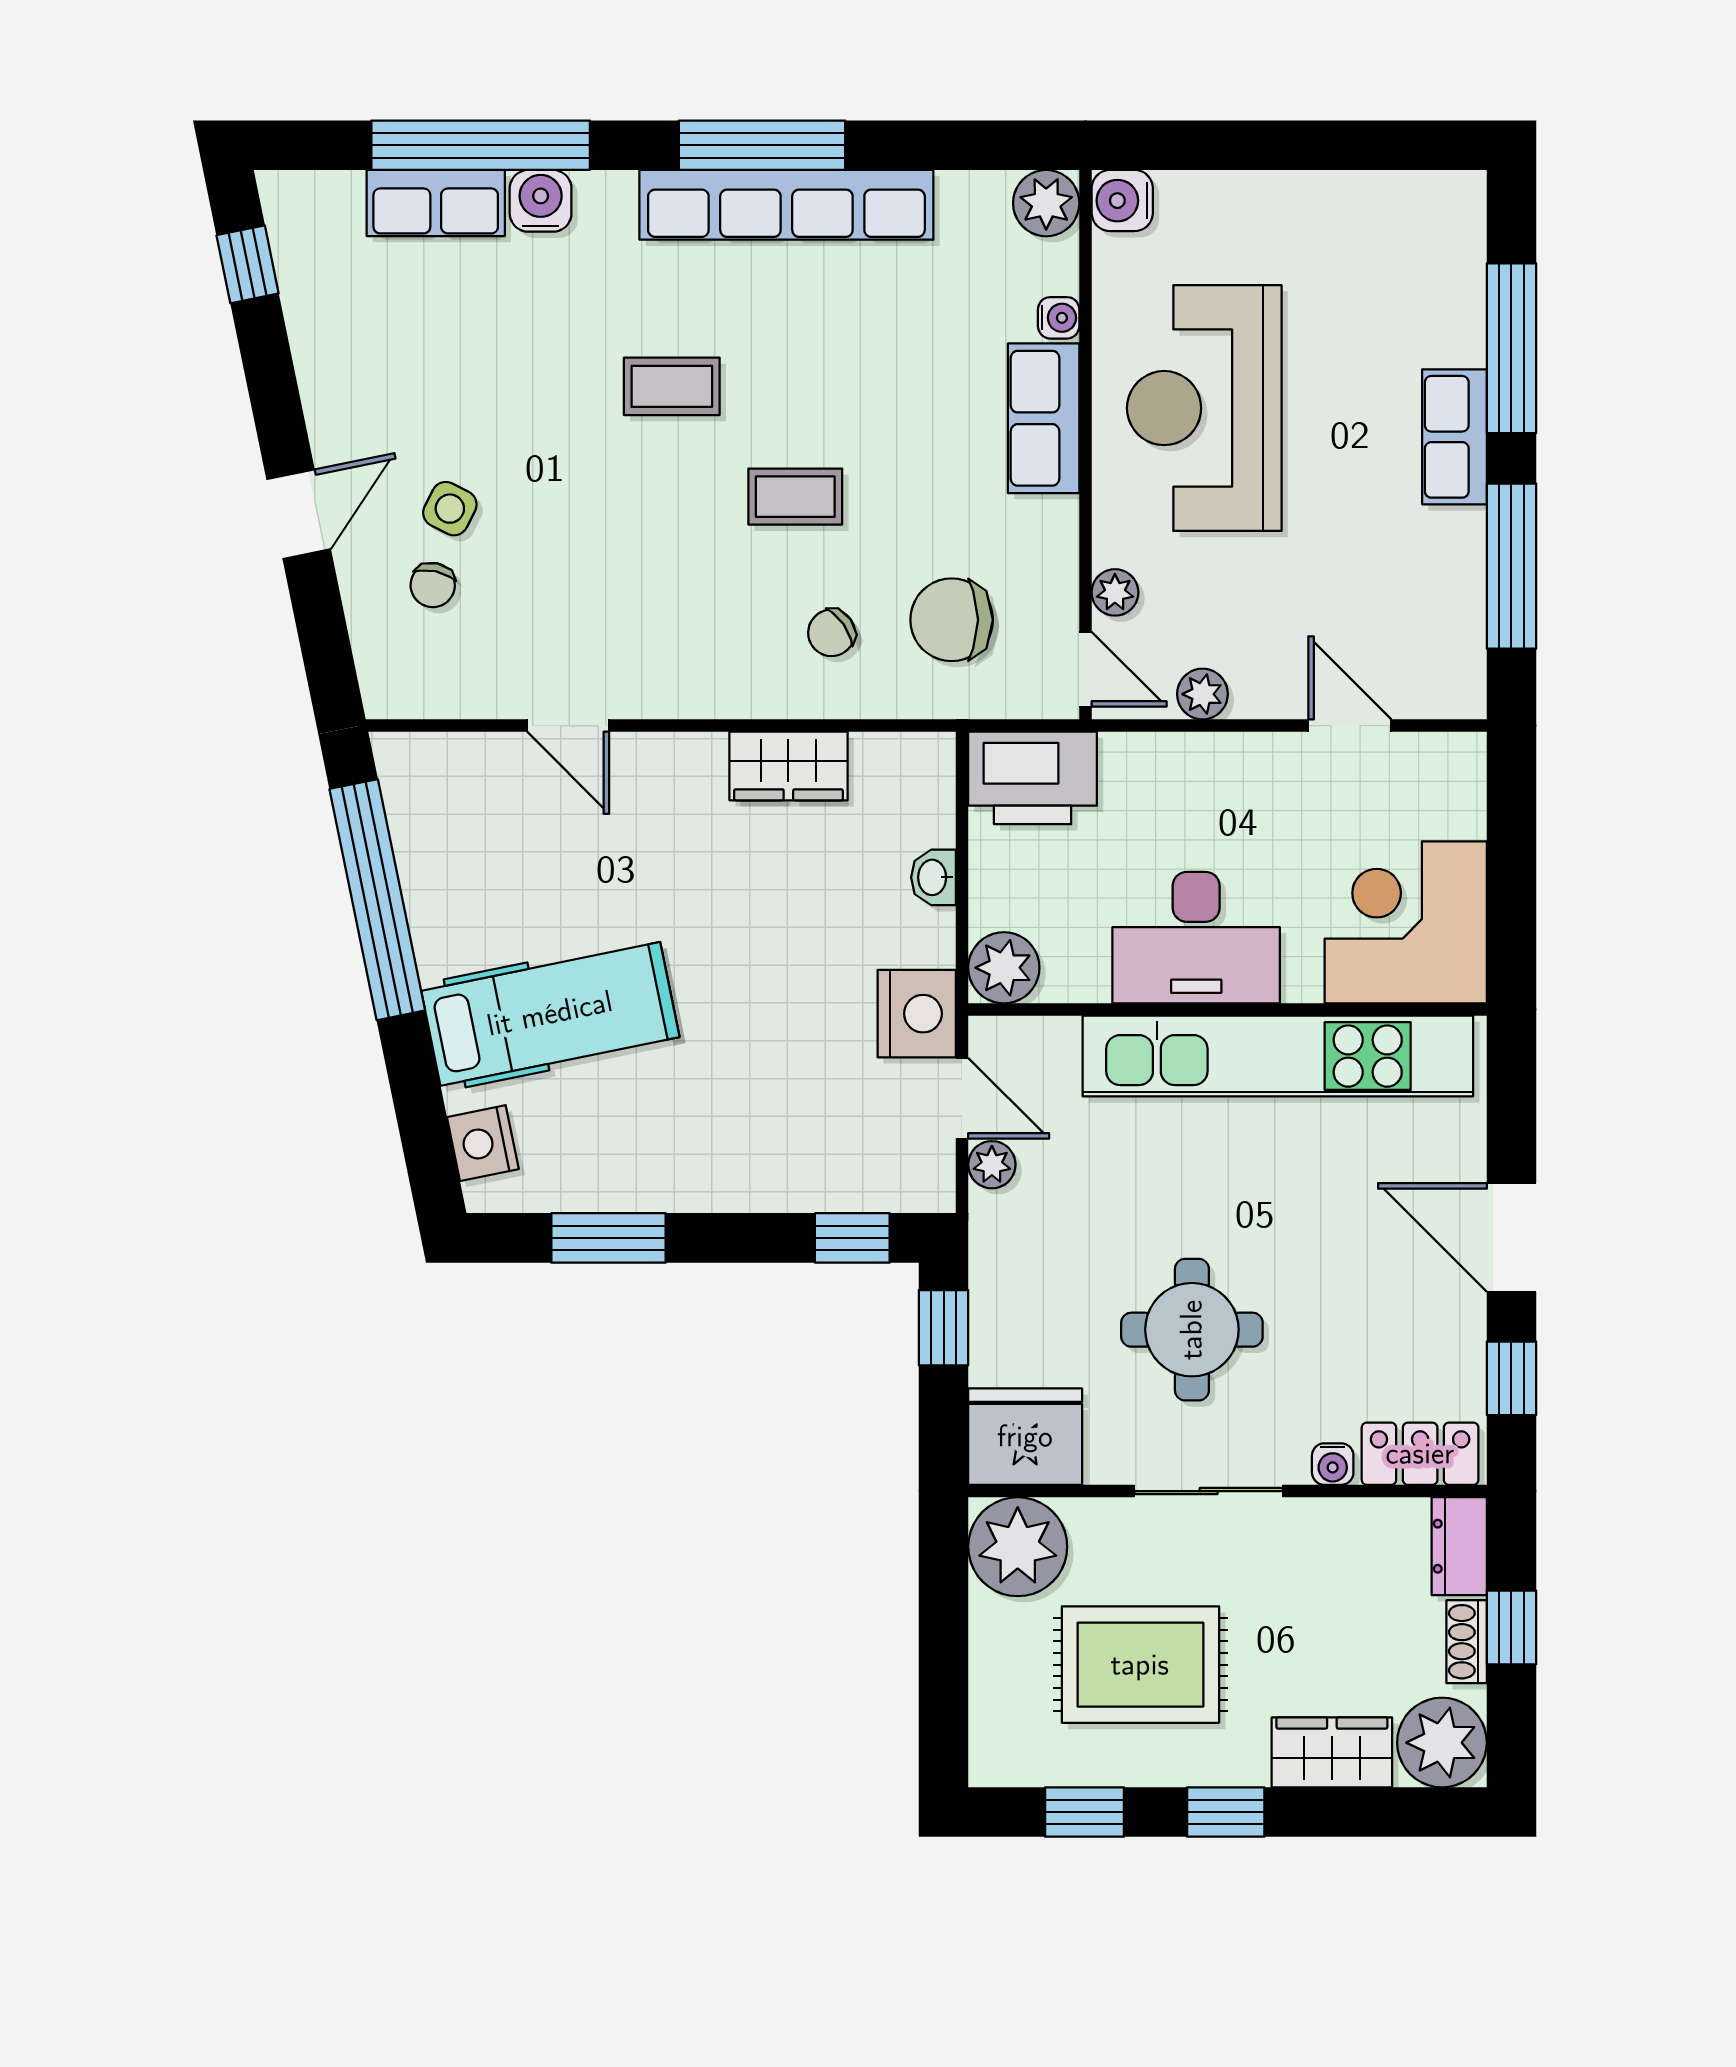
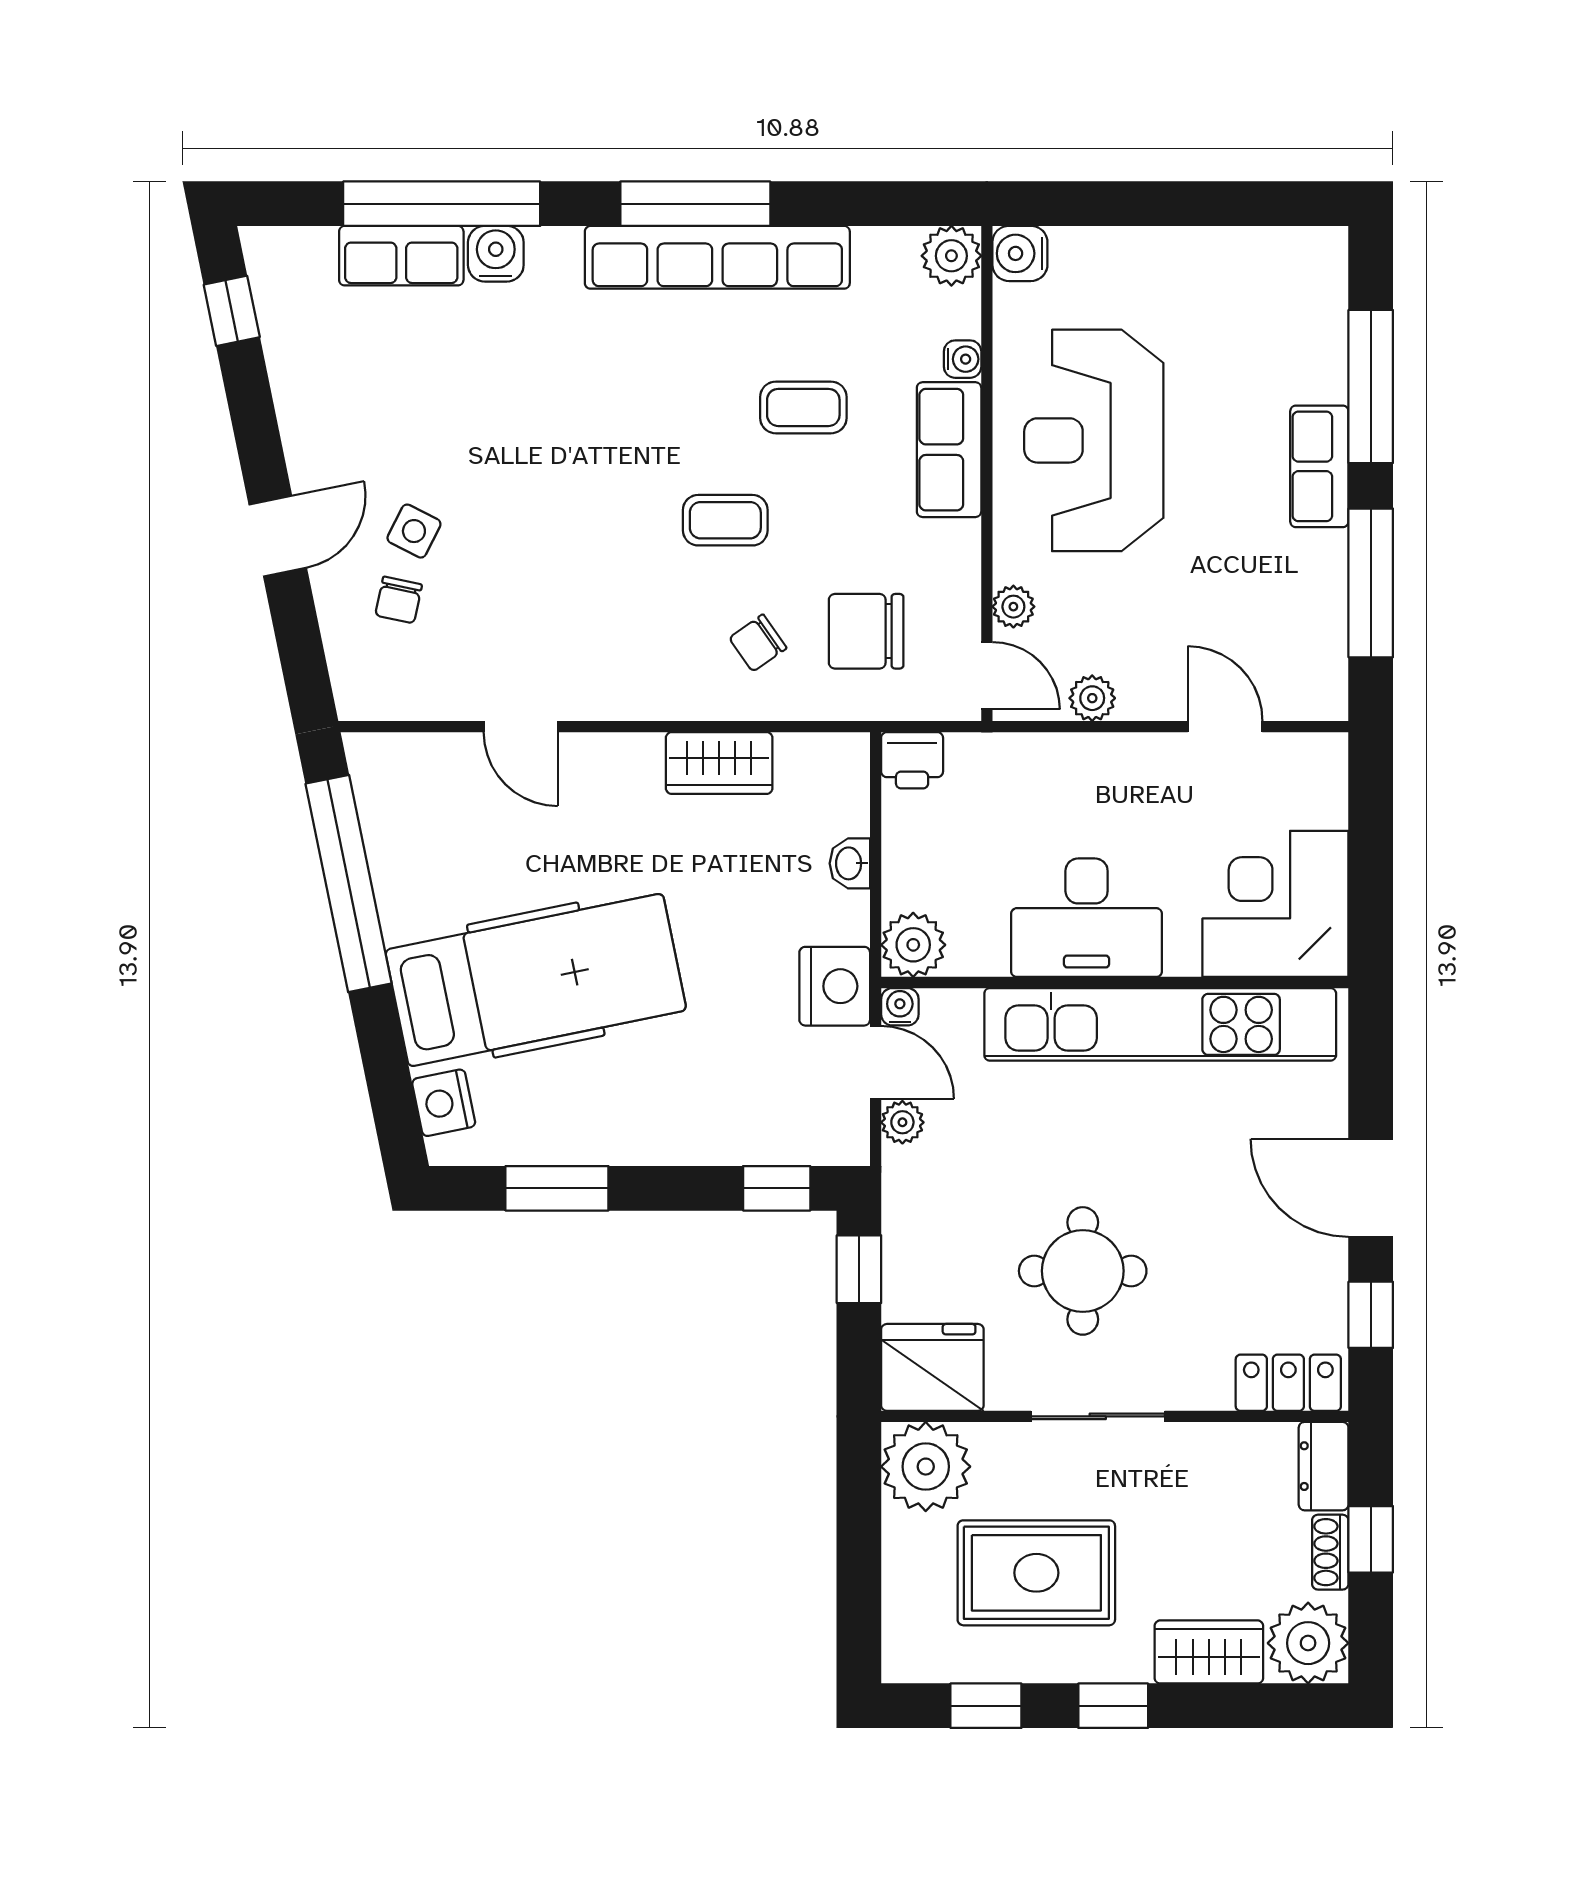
coffee table: (672, 386) -> (803, 407), moved
printer: (1033, 778) -> (912, 760), width x0.53, depth x0.68
hospital bed: (550, 1014) -> (536, 980), width x1.37, depth x1.29
water cooler: (1333, 1464) -> (900, 1007), moved, turned 180

